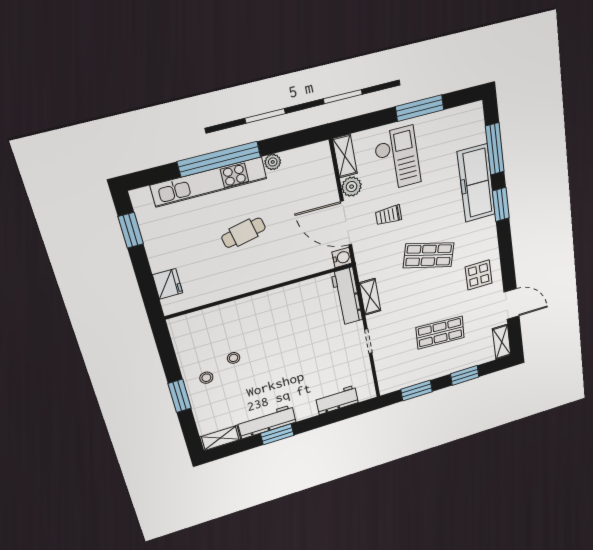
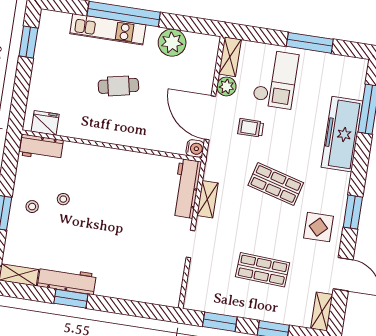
plant: (273, 162) -> (172, 43), width x1.87, depth x1.87
kitchen unit: (209, 182) -> (108, 29), width x0.73
window: (501, 204) -> (353, 212), moved
fridge: (168, 284) -> (45, 123), moved, turned -90
workbench: (337, 400) -> (41, 148), moved, turned 180

